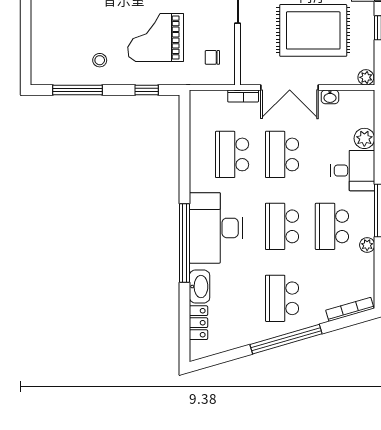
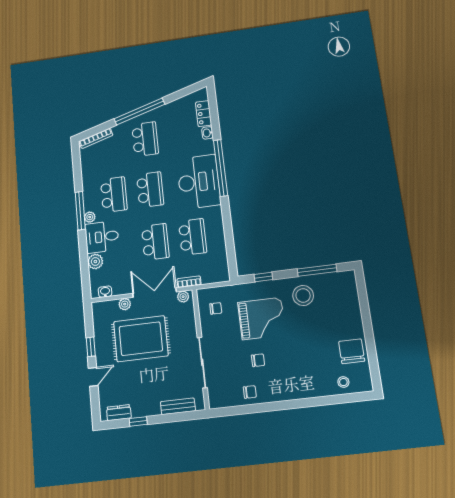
stool: (100, 60) -> (303, 295), width x1.89, depth x1.89
plant: (366, 77) -> (125, 304), moved
plant: (253, 78) -> (183, 297), added
washbasin: (330, 97) -> (105, 292), moved
plant: (367, 245) -> (90, 217), moved
washbasin: (200, 287) -> (207, 133), width x0.52, depth x0.69

